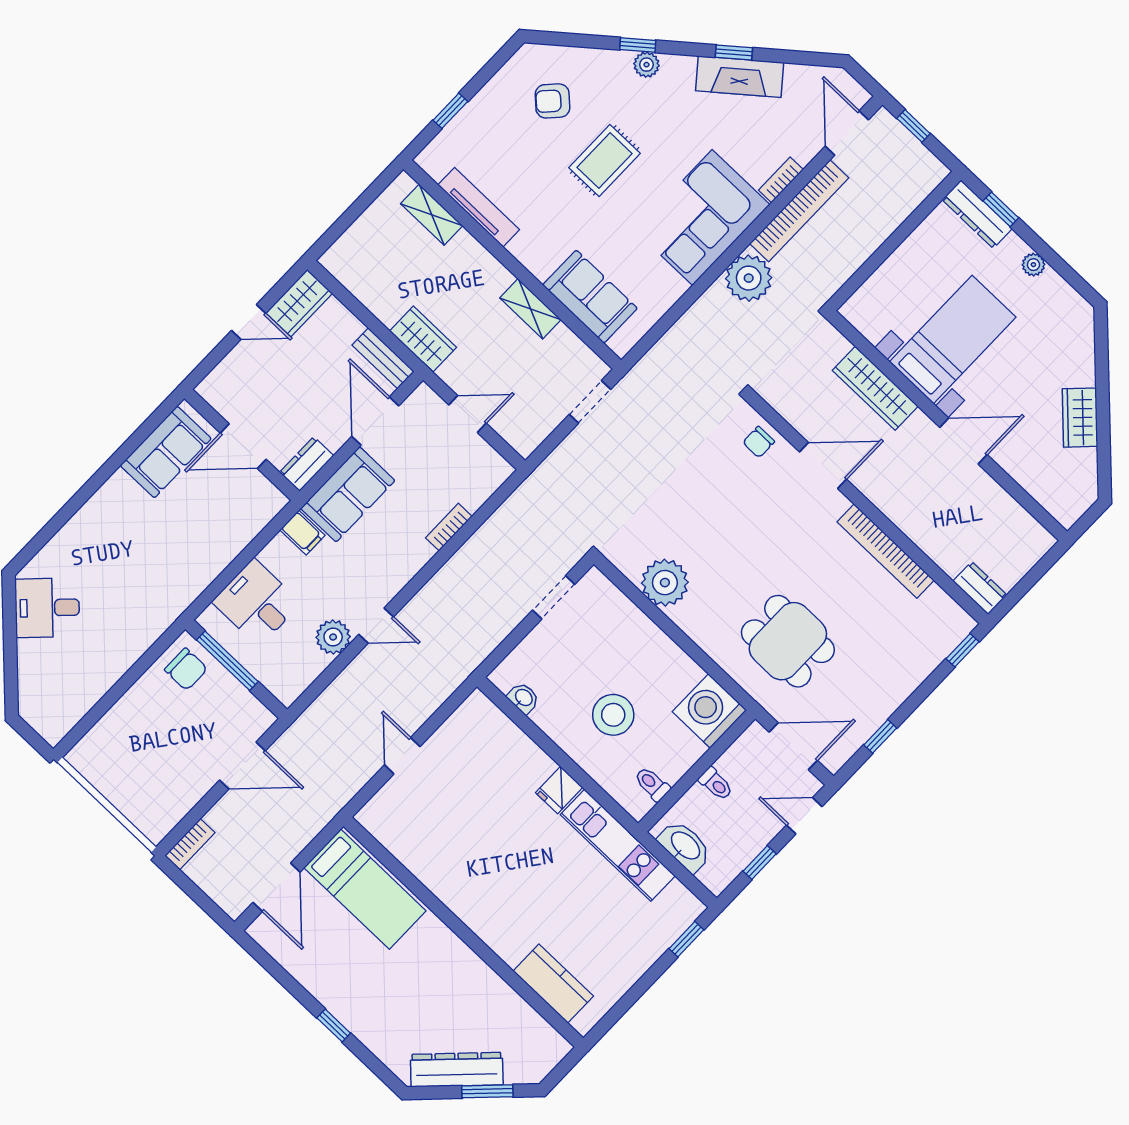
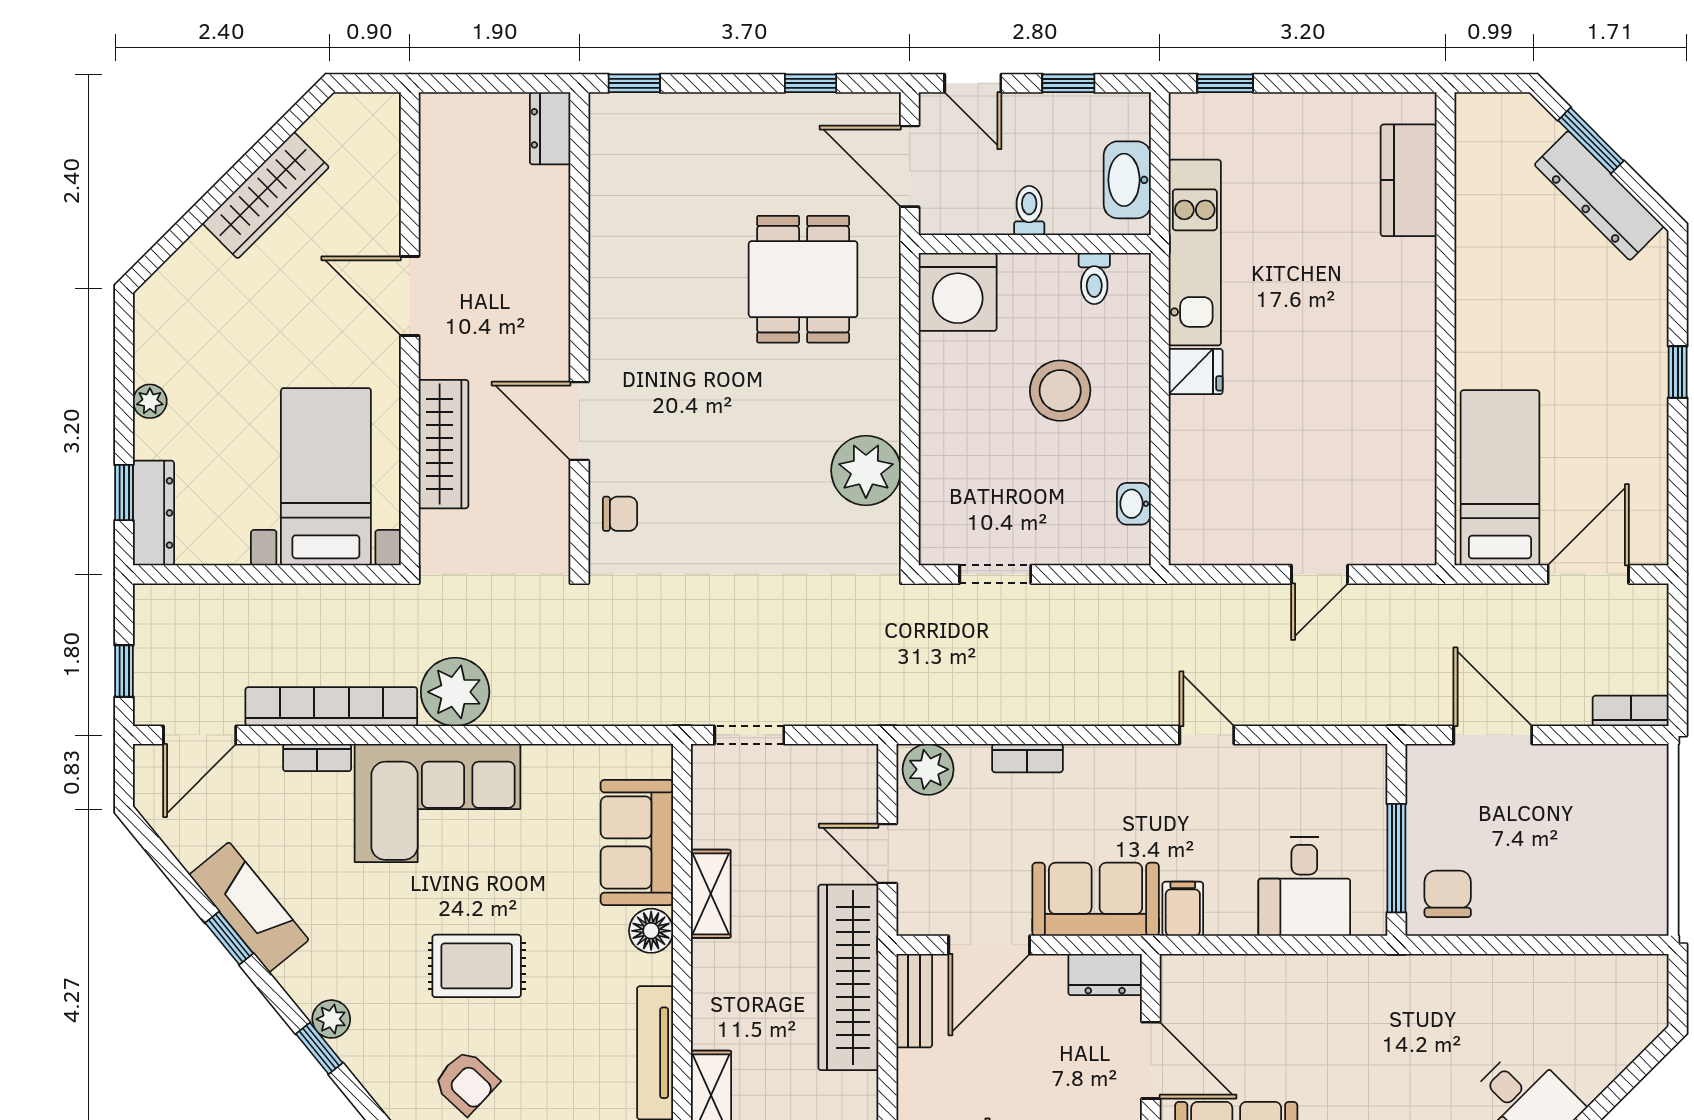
floor lamp: (540, 262) -> (651, 931), added
wardrobe: (423, 339) -> (848, 977), width x2.10, depth x1.17
bed with nightstands: (953, 339) -> (326, 477), moved, turned 90
wardrobe: (1080, 418) -> (266, 195), width x1.50
bookcase: (886, 551) -> (607, 267), removed
plant: (333, 637) -> (928, 769), moved

